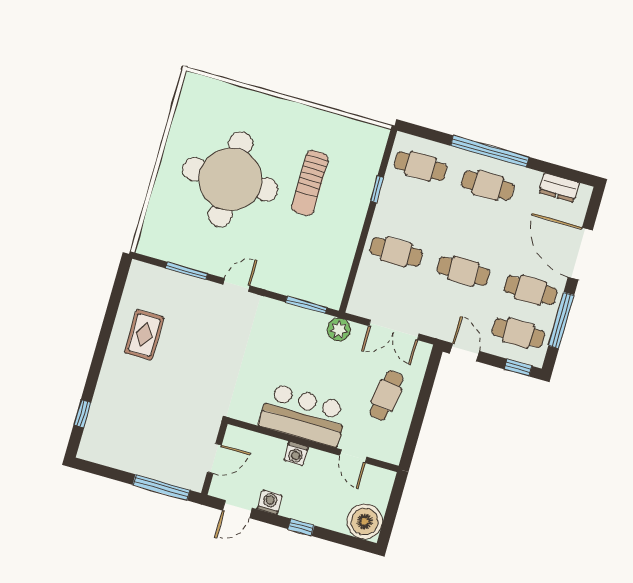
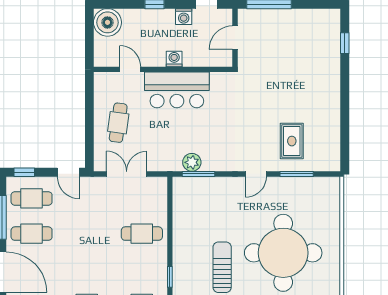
cafe table: (463, 271) -> (87, 234), removed
plant: (339, 330) -> (192, 162), moved
rug: (144, 335) -> (292, 141), moved

